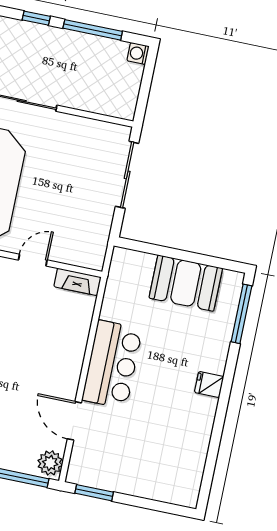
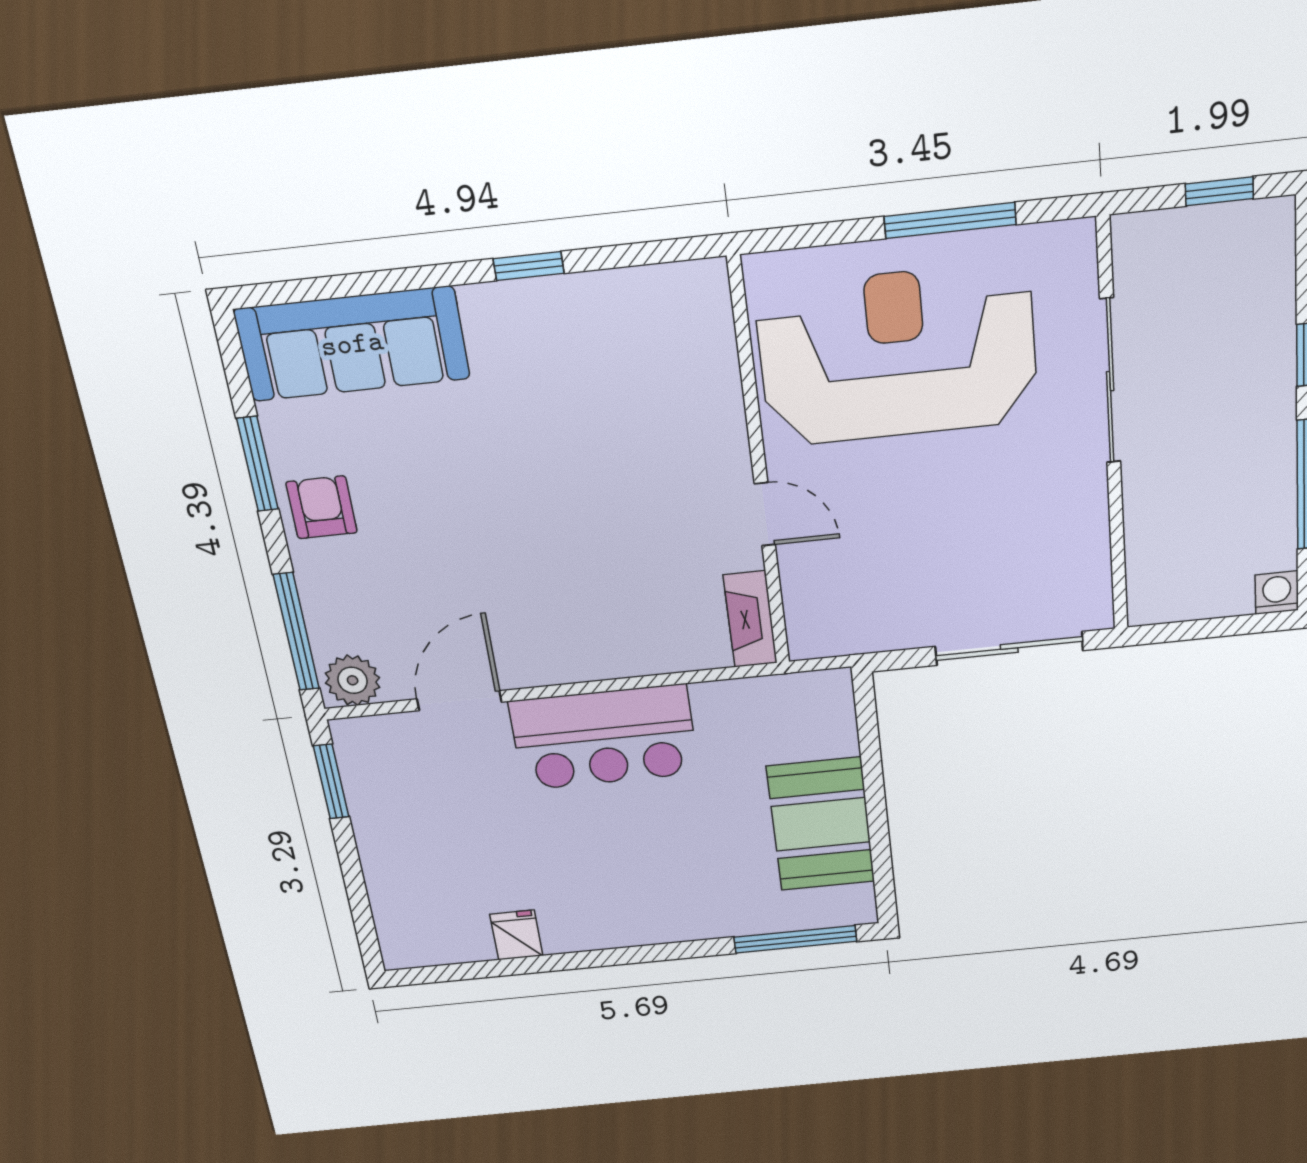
fridge: (209, 385) -> (516, 935), moved

